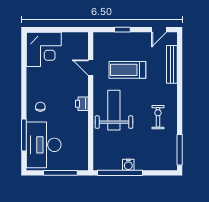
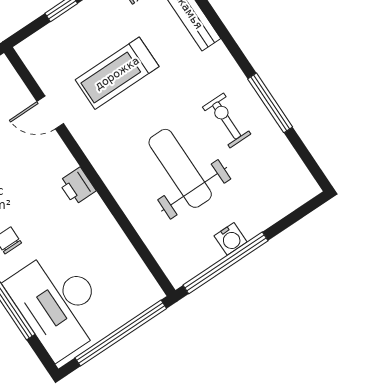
weight bench: (114, 110) -> (180, 168), moved
window: (180, 150) -> (270, 103), moved
window: (60, 173) -> (121, 333), width x1.46

